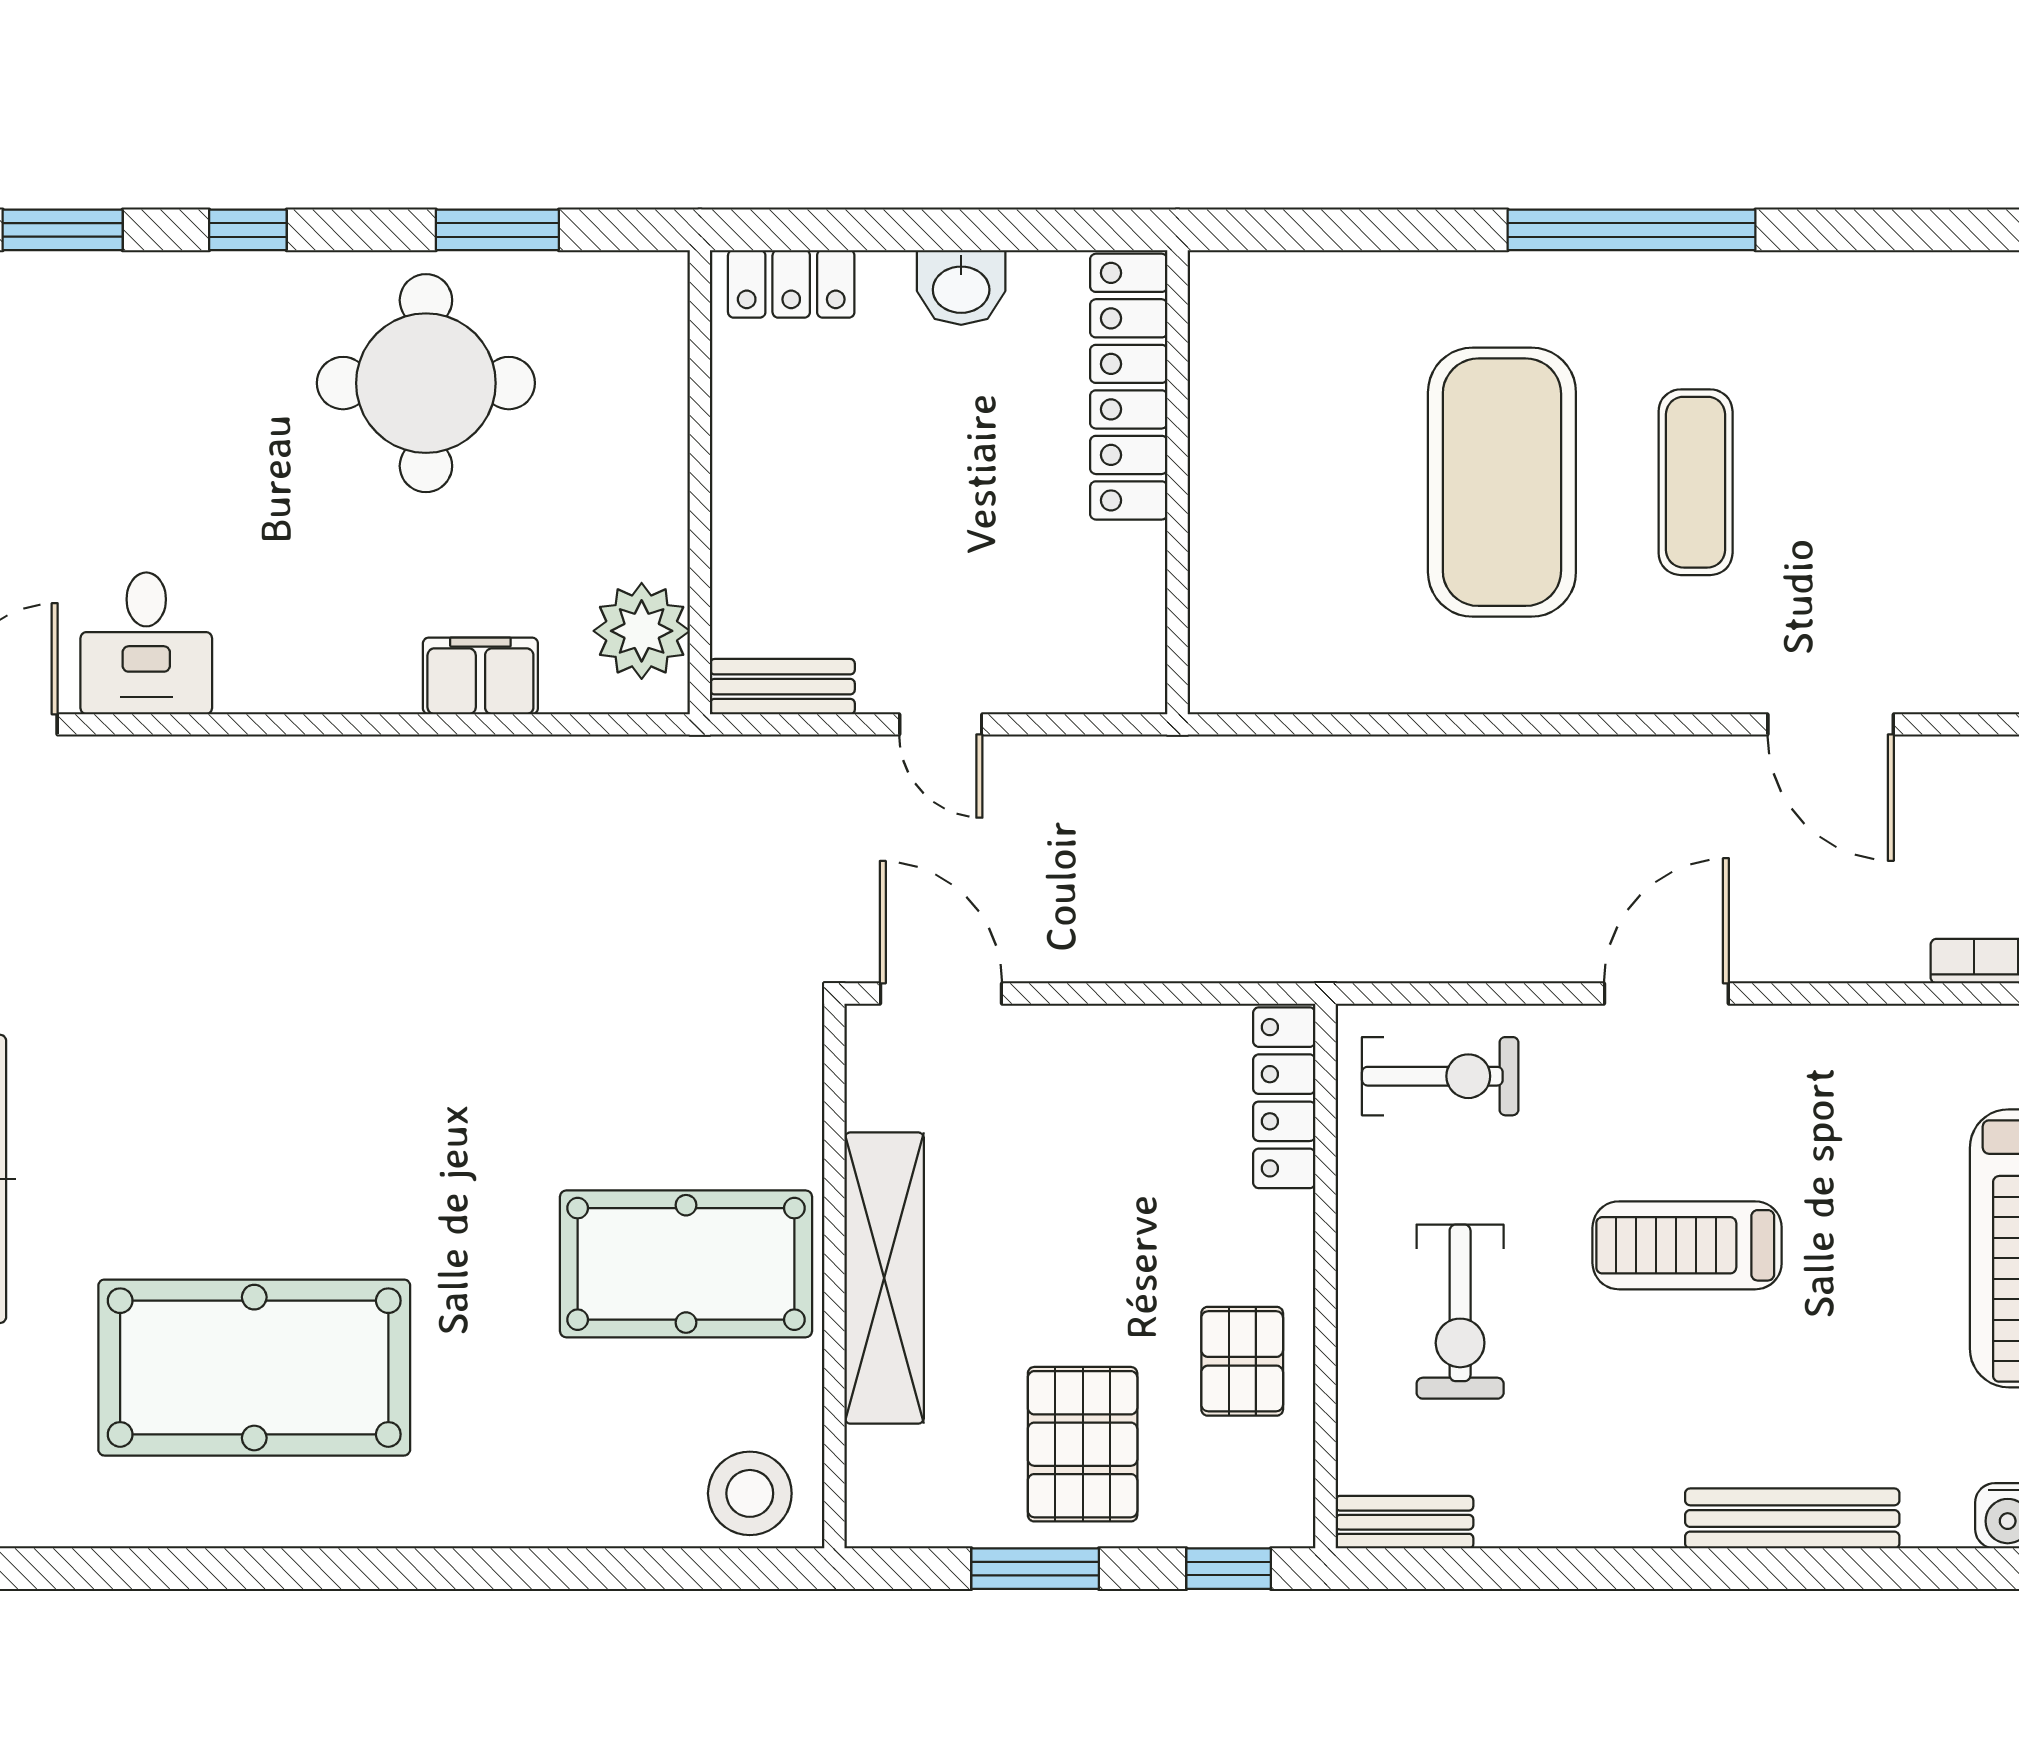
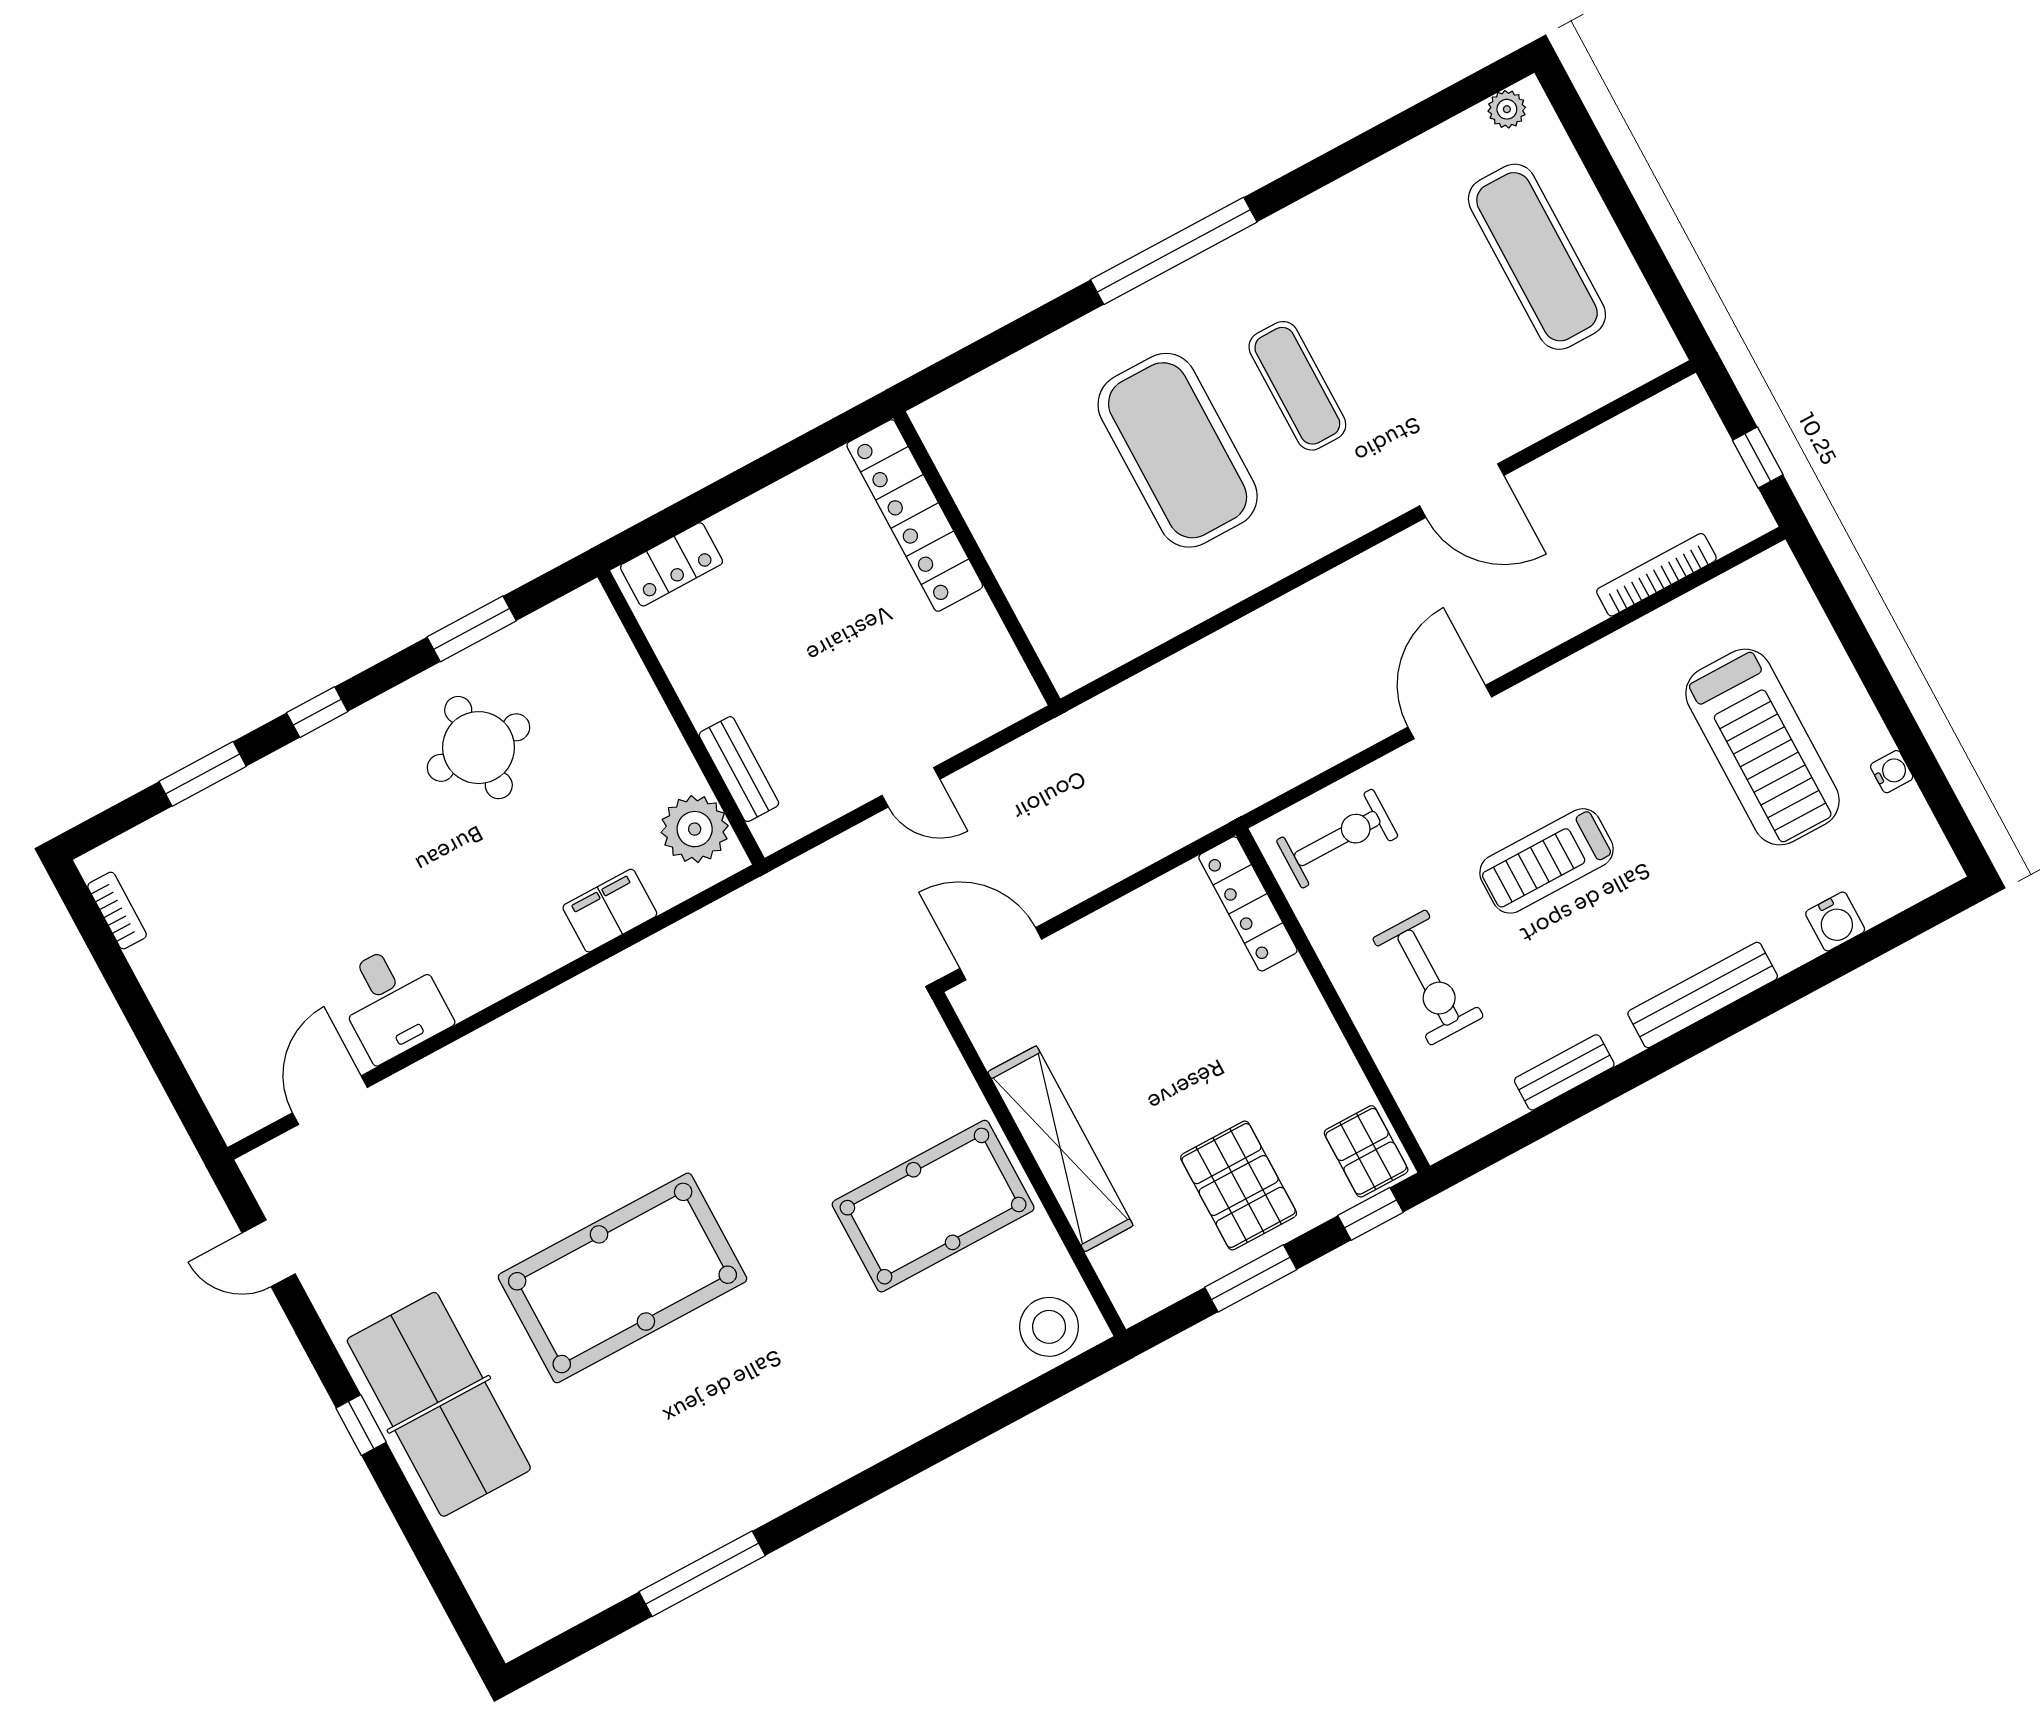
washbasin: (961, 287) -> (778, 510), removed
round table: (426, 383) -> (478, 748), width x0.73, depth x0.73
bench: (782, 687) -> (739, 769), moved, turned 90
pallet: (1242, 1361) -> (1366, 1151), moved
pool table: (254, 1368) -> (622, 1278), moved
bench: (1404, 1522) -> (1564, 1072), moved
window: (149, 1569) -> (702, 1574), added

